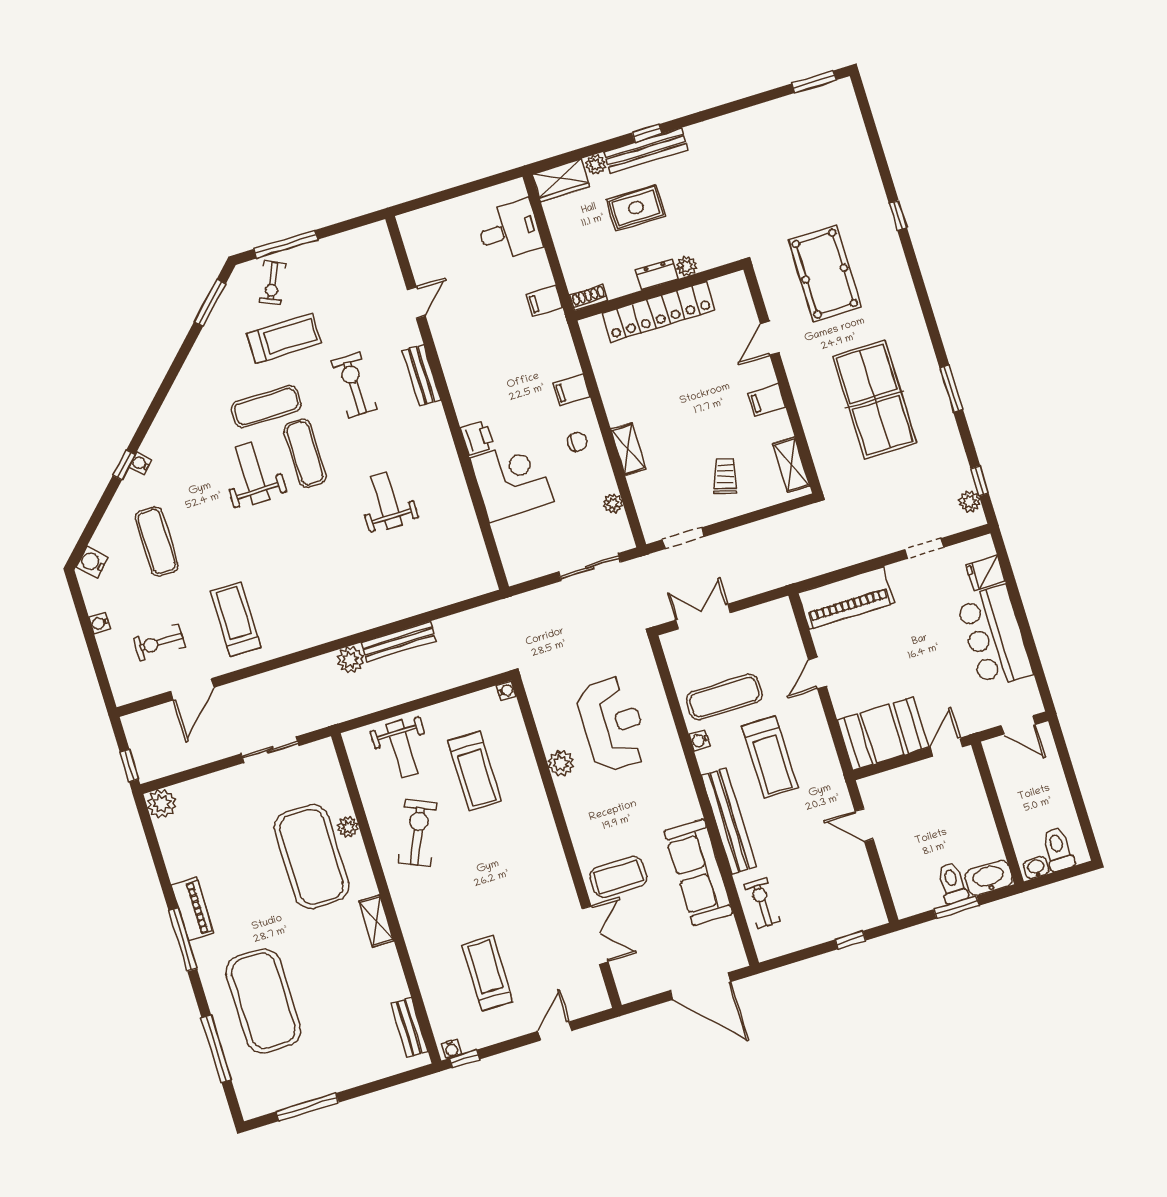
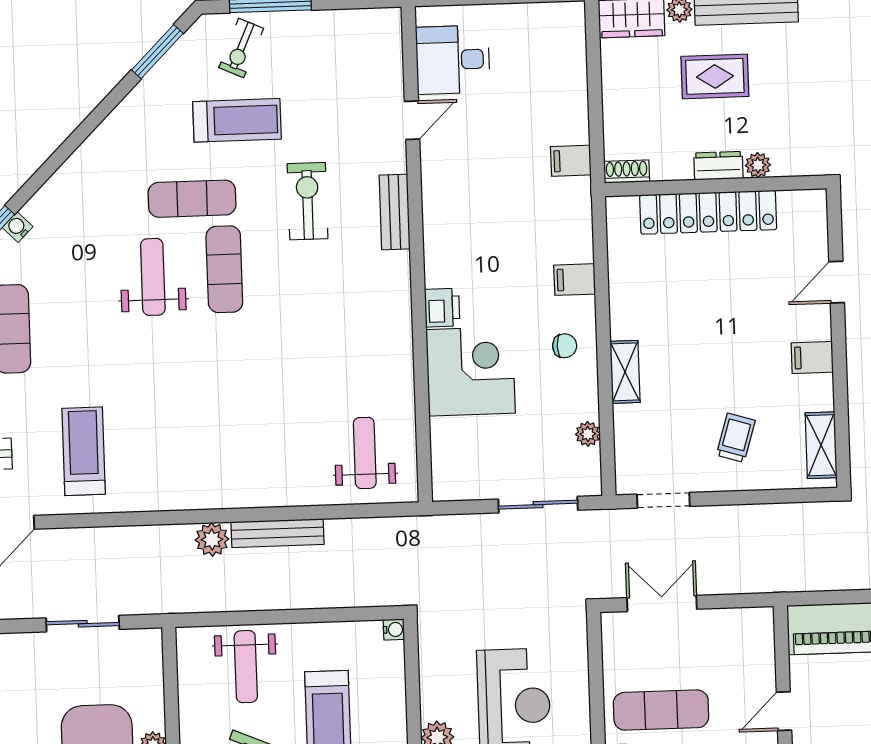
desk: (509, 230) -> (453, 60), moved, turned 180
weight bench: (387, 500) -> (365, 453), moved

